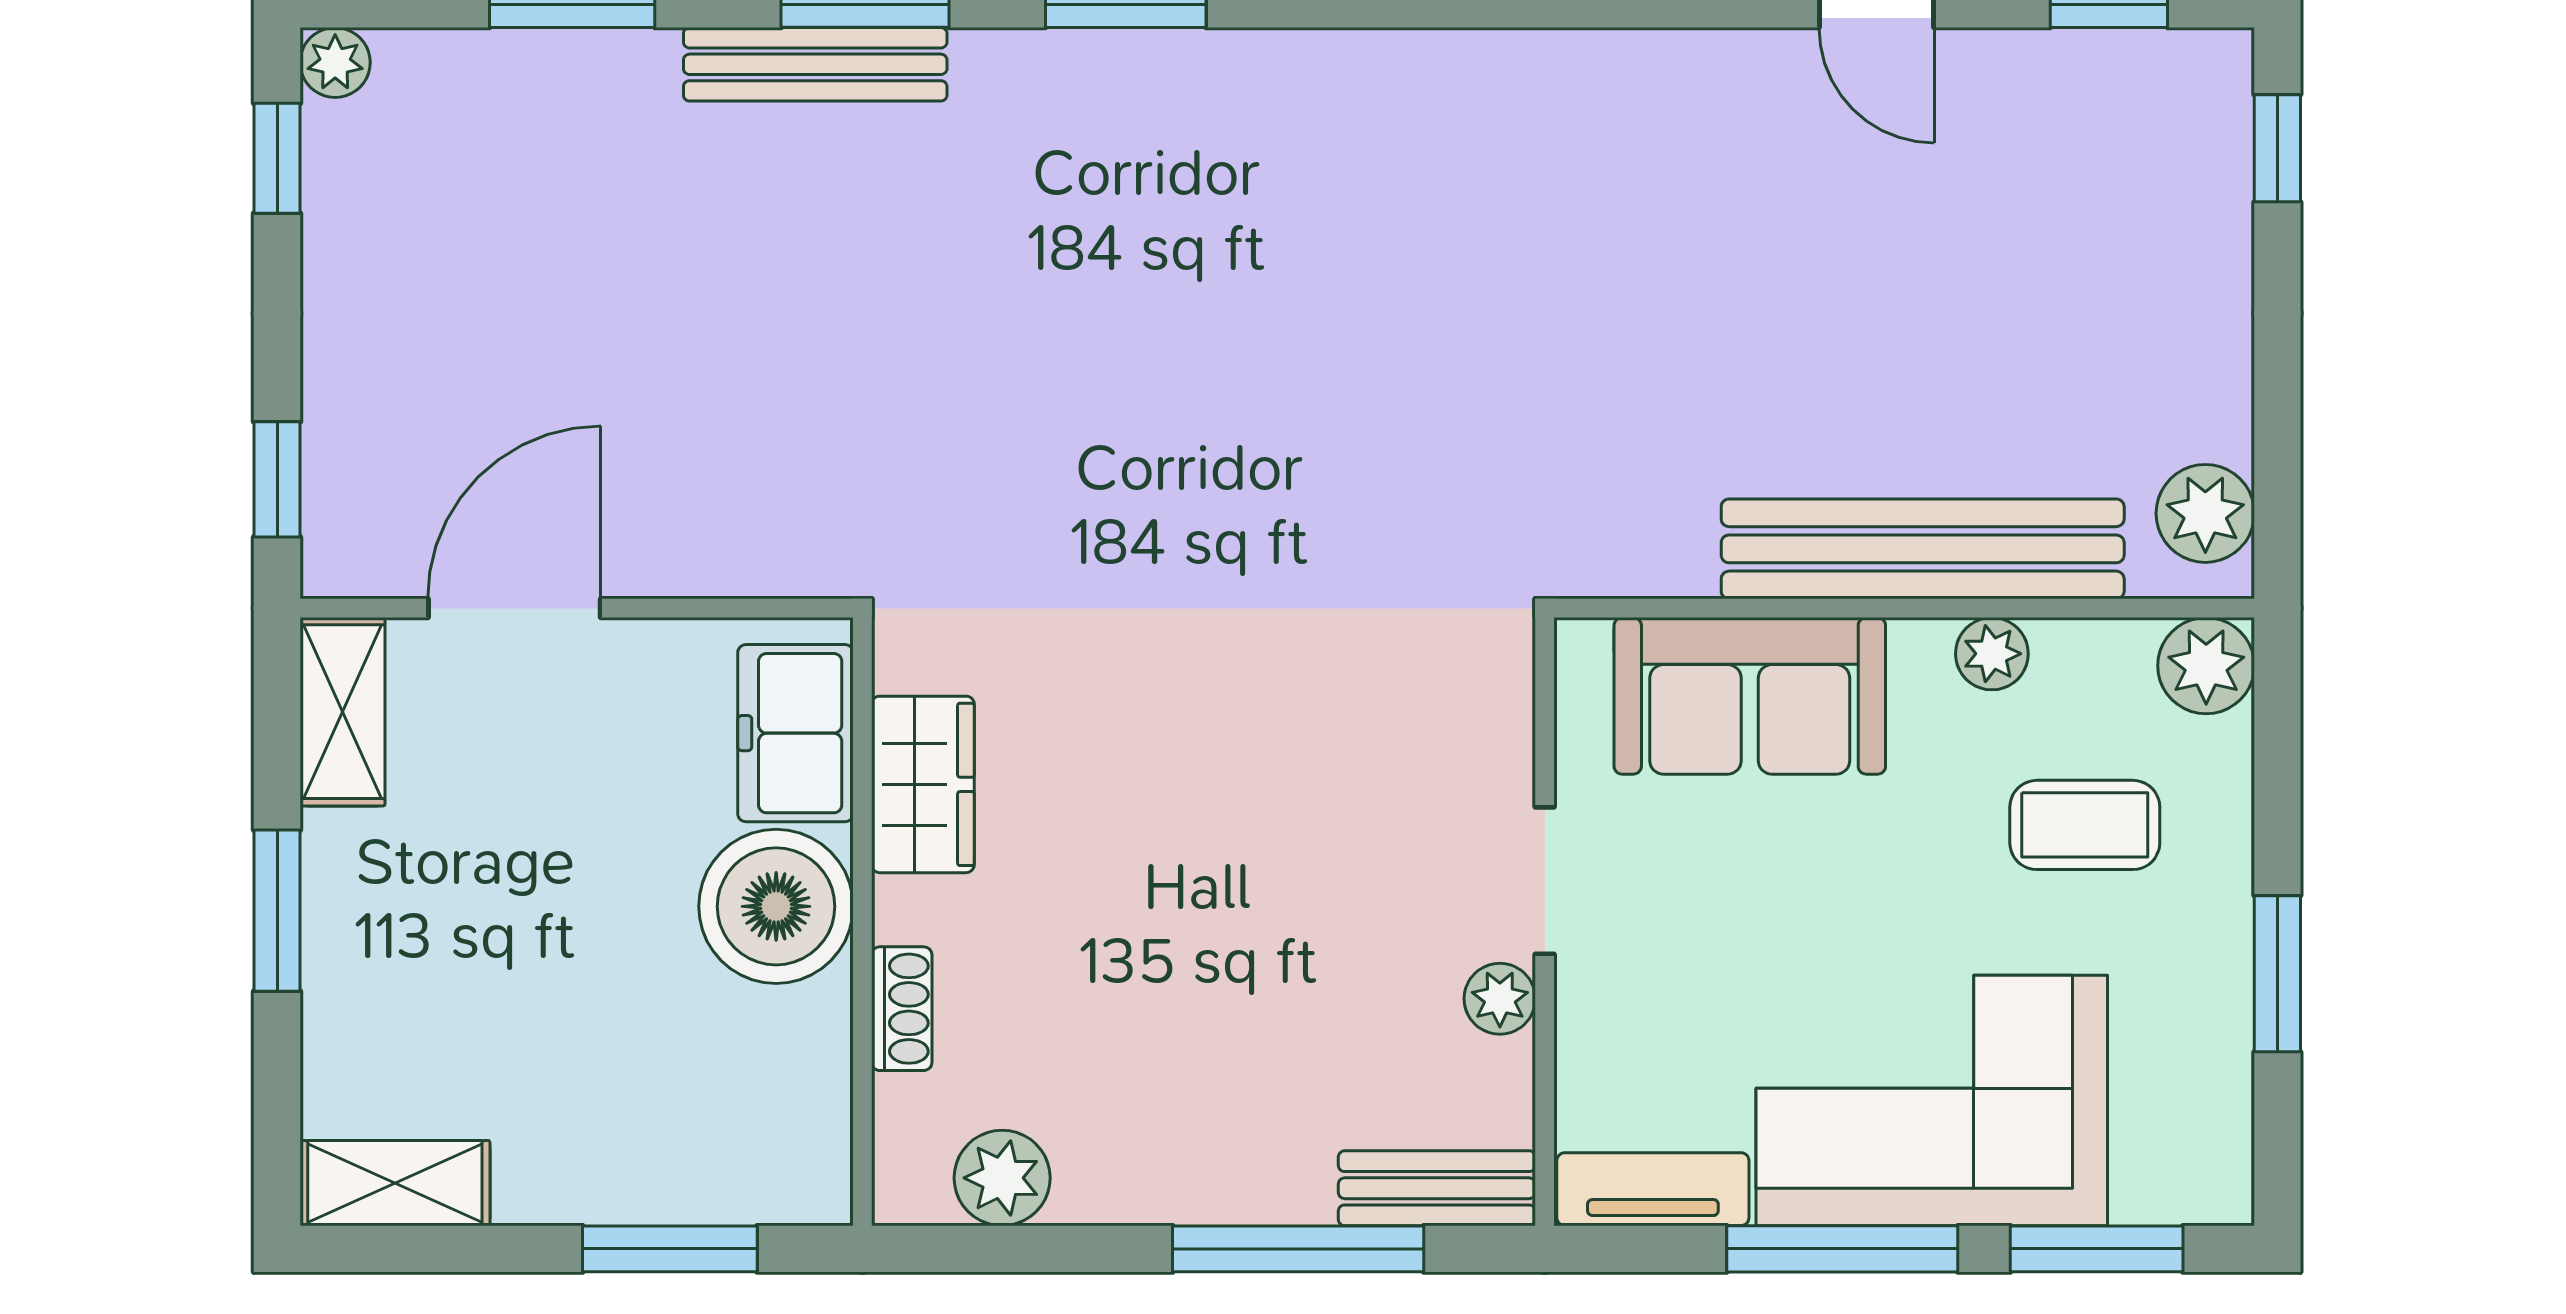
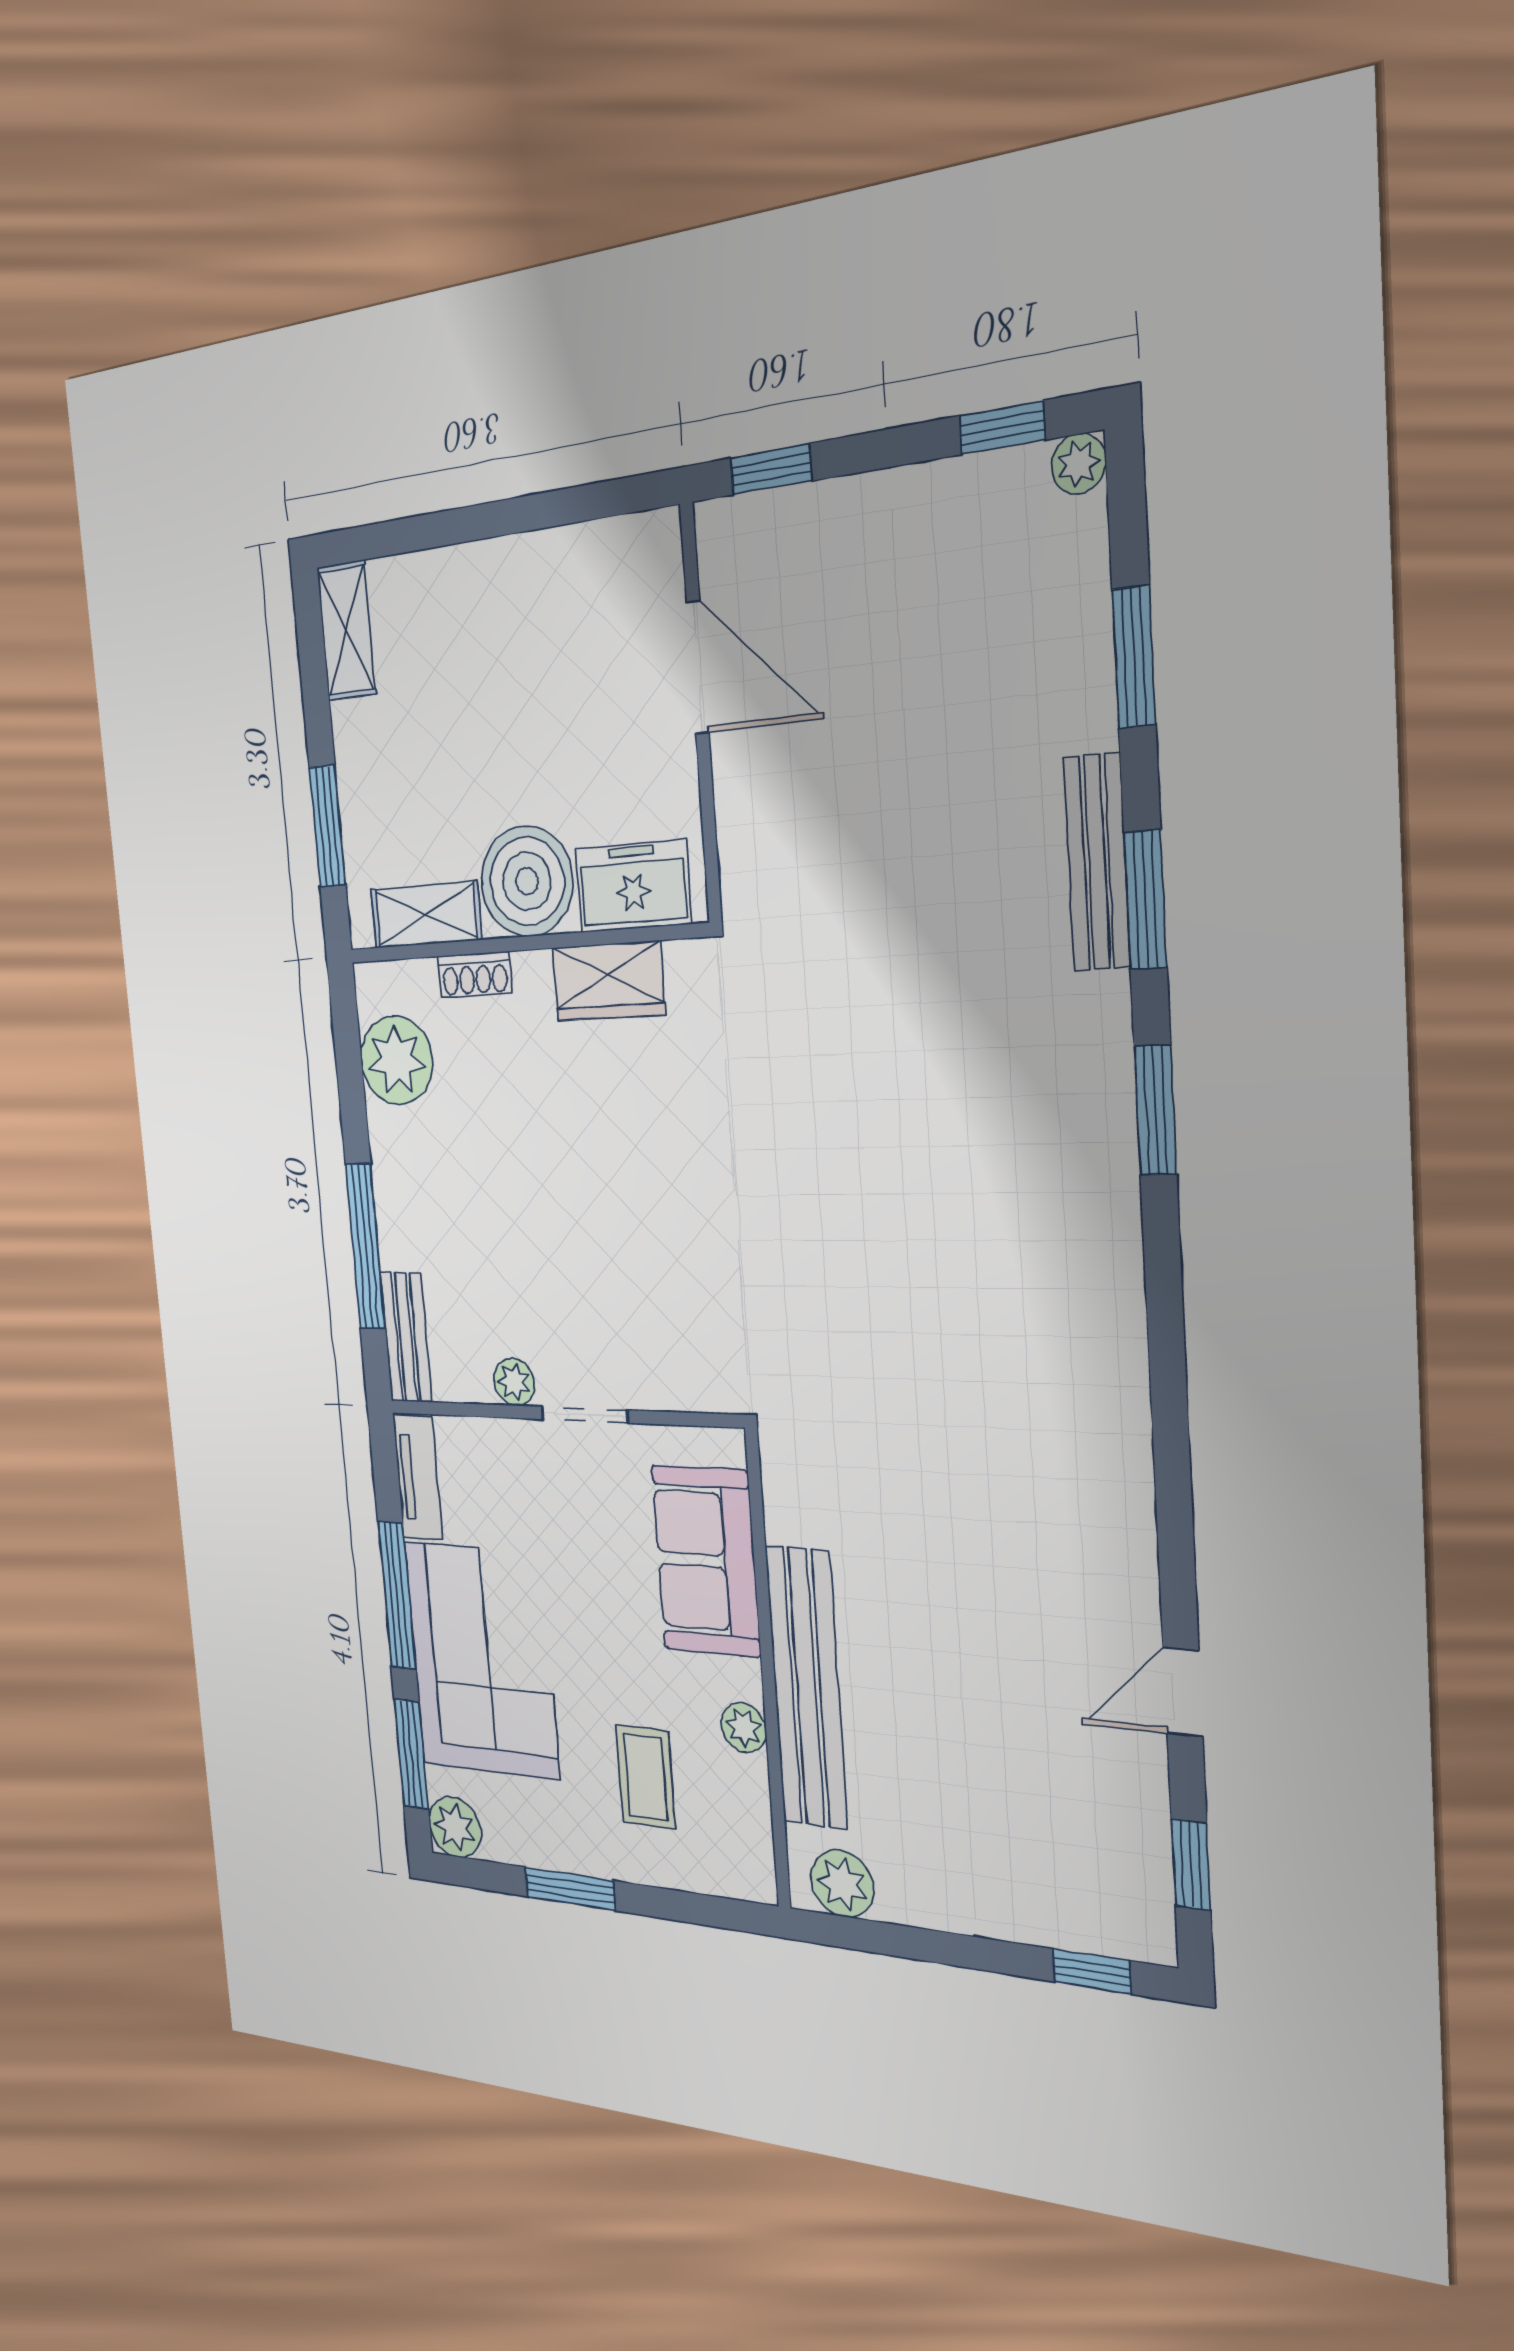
plant: (2206, 666) -> (455, 1827), moved
shelving: (343, 712) -> (426, 915), moved
window: (277, 911) -> (495, 519), removed
plant: (1002, 1178) -> (397, 1060), width x1.36, depth x1.36

